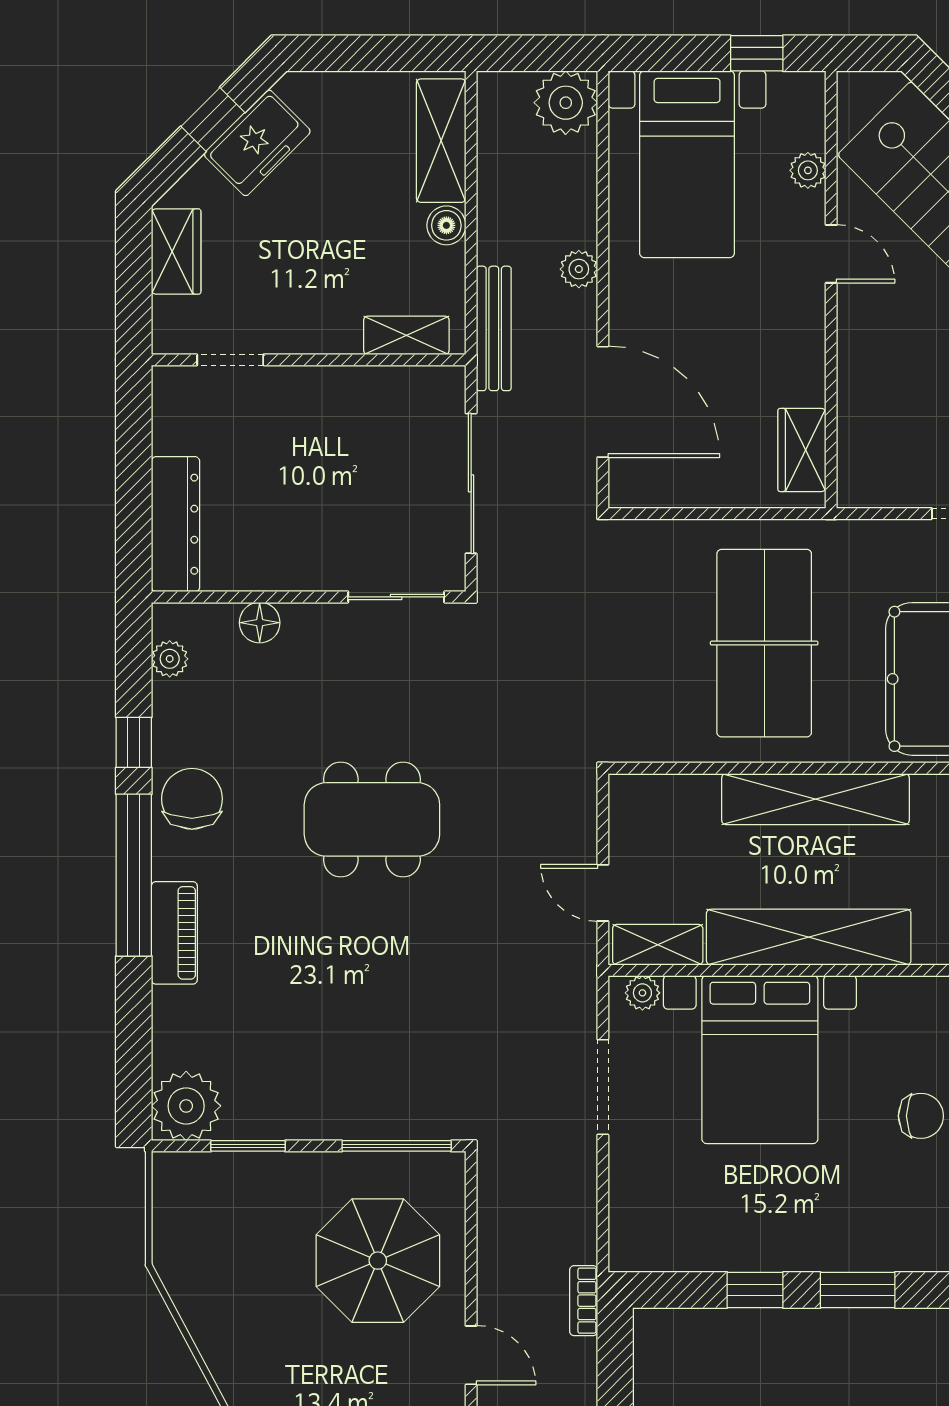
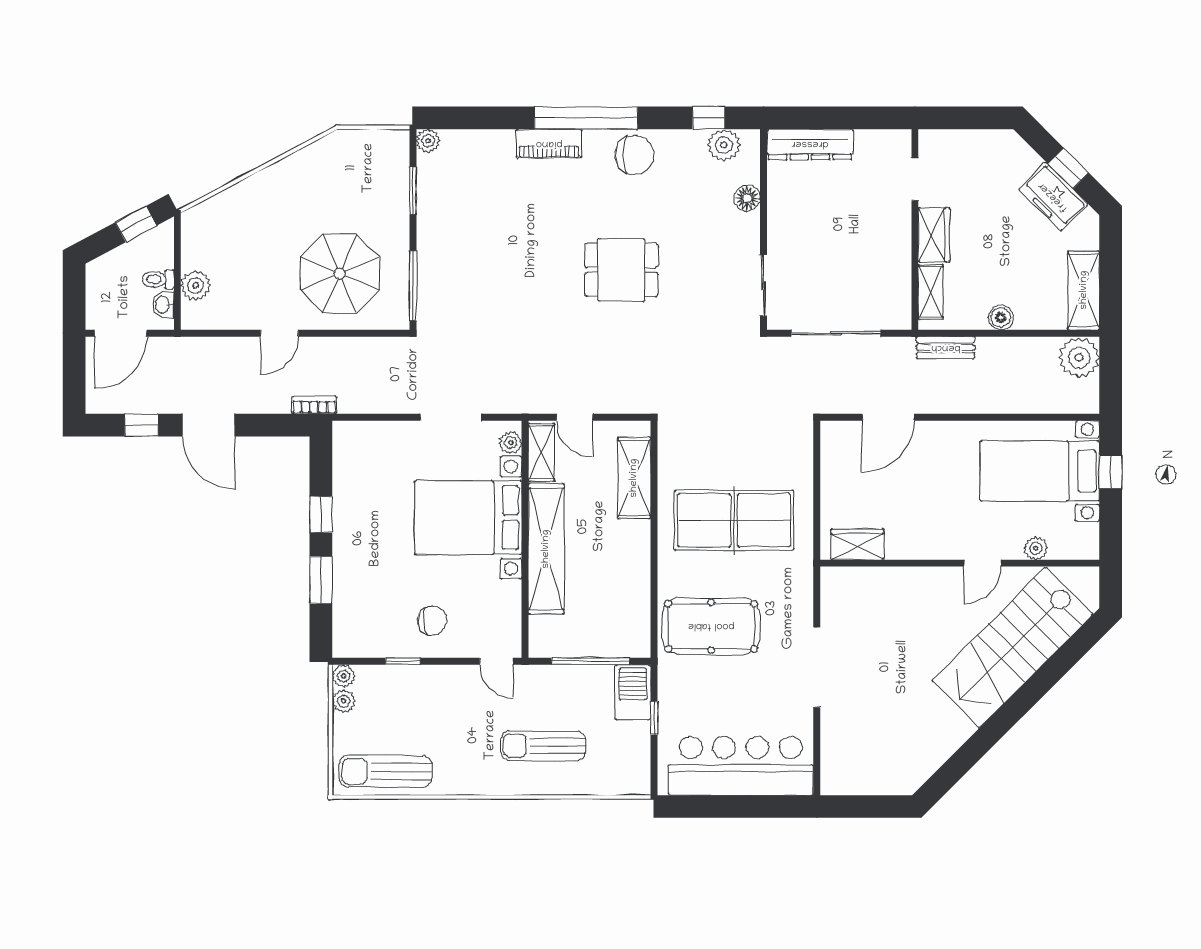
window: (757, 53) -> (1111, 472), moved
plant: (566, 103) -> (1079, 357), moved
shelving: (441, 141) -> (1084, 290), moved, turned 90
wardrobe: (176, 252) -> (934, 235), moved, turned -90
plant: (579, 269) -> (973, 402), removed
bench: (494, 328) -> (946, 348), width x0.73
door: (603, 402) -> (888, 417), width x0.73
plant: (170, 659) -> (724, 145), width x1.38, depth x1.38
window: (134, 742) -> (709, 118), moved
shelving: (815, 799) -> (634, 478), moved, width x0.68
dining table: (372, 819) -> (621, 270), width x0.73
door: (603, 893) -> (575, 417), swing flipped
plant: (186, 1106) -> (428, 141), width x0.53, depth x0.53
chair: (921, 1116) -> (432, 620), turned -94

